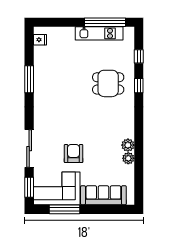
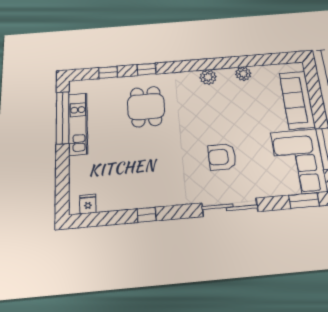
window: (29, 79) -> (147, 215), width x0.46
plant: (128, 145) -> (208, 77), moved
sliding door: (29, 149) -> (230, 207), moved
armchair: (74, 154) -> (222, 157), moved

